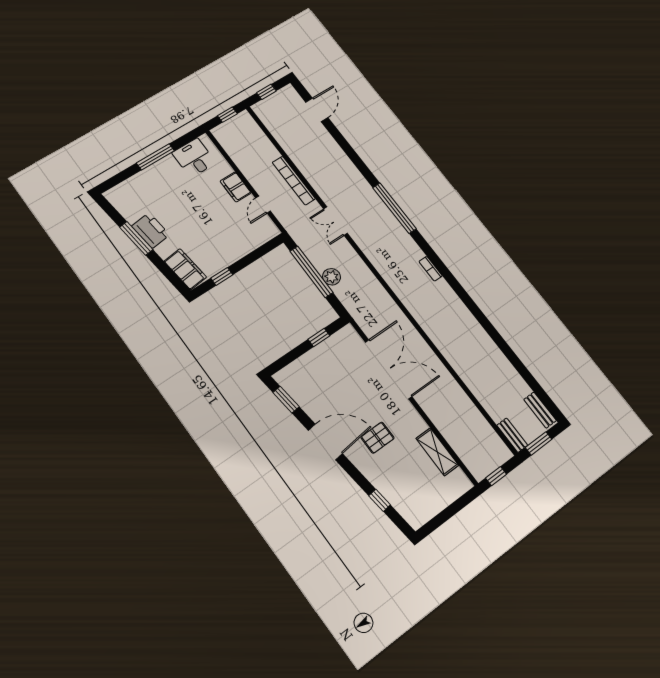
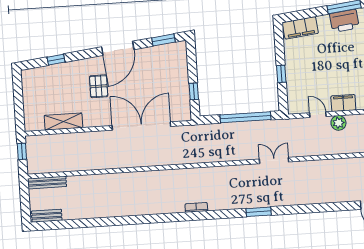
bookcase: (294, 181) -> (324, 150), removed
window: (394, 208) -> (259, 212), width x0.47
window: (222, 276) -> (281, 74), moved
plant: (332, 277) -> (338, 123), moved
double door: (388, 369) -> (141, 126), swing flipped
bench: (512, 435) -> (47, 183), width x1.36
window: (539, 443) -> (25, 198), removed

